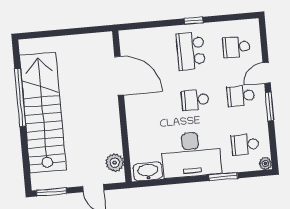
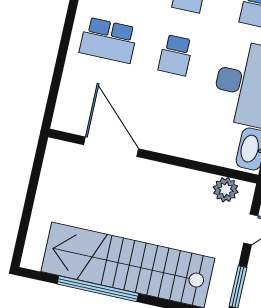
window: (194, 21) -> (69, 23), removed
door: (119, 76) -> (111, 147), hinge flipped

